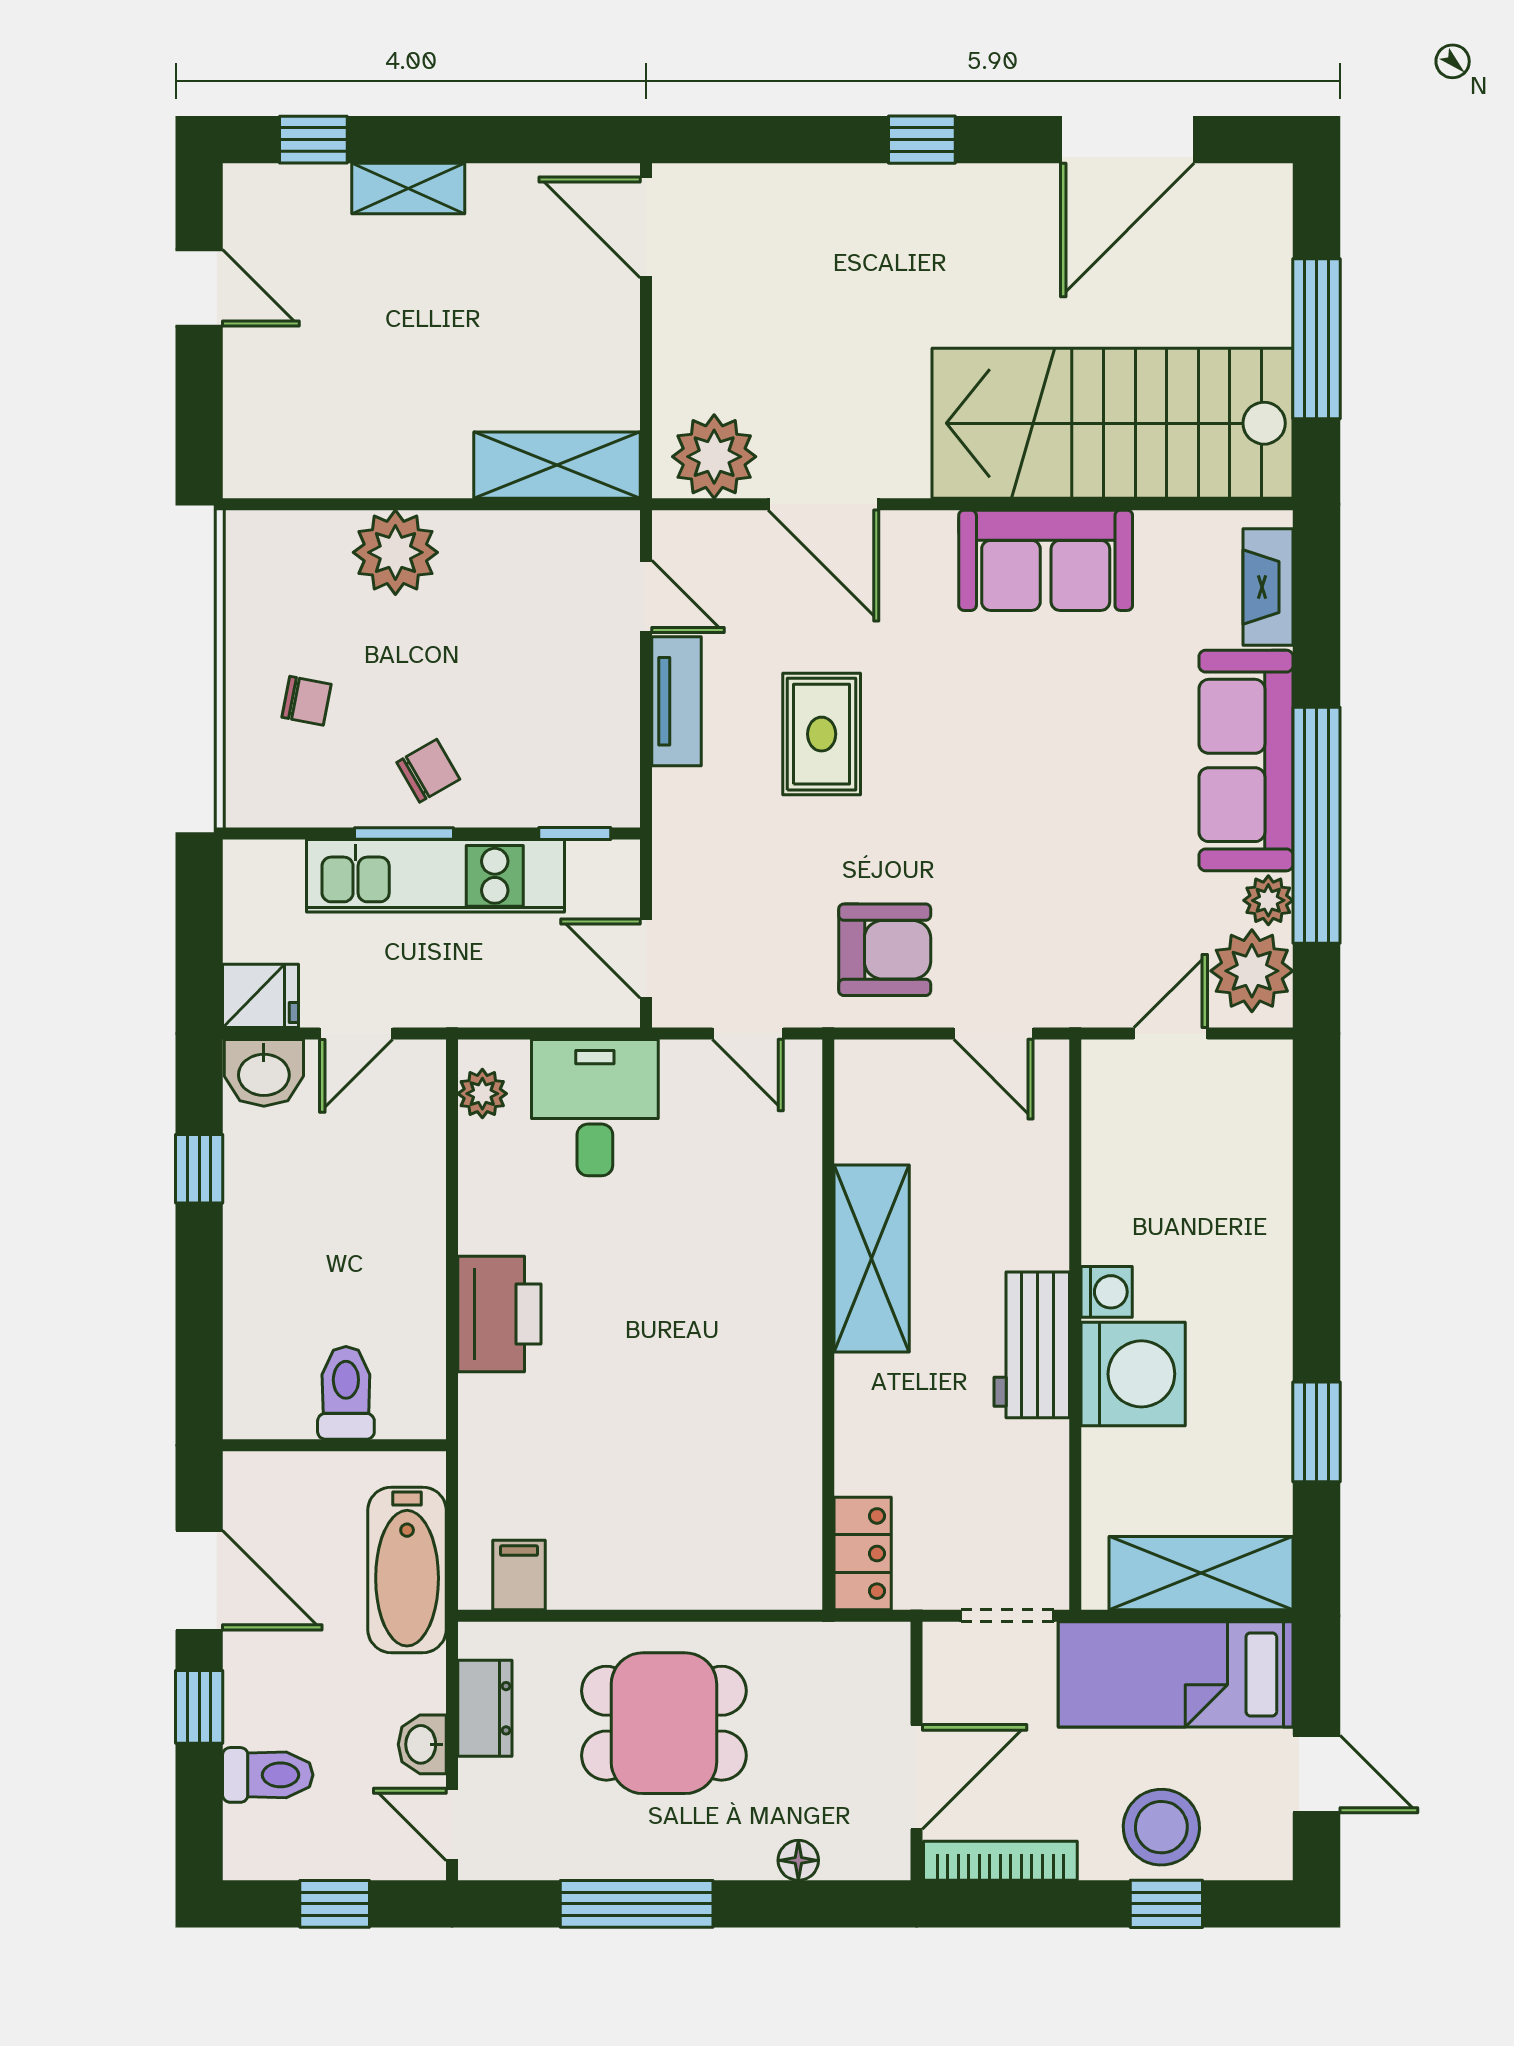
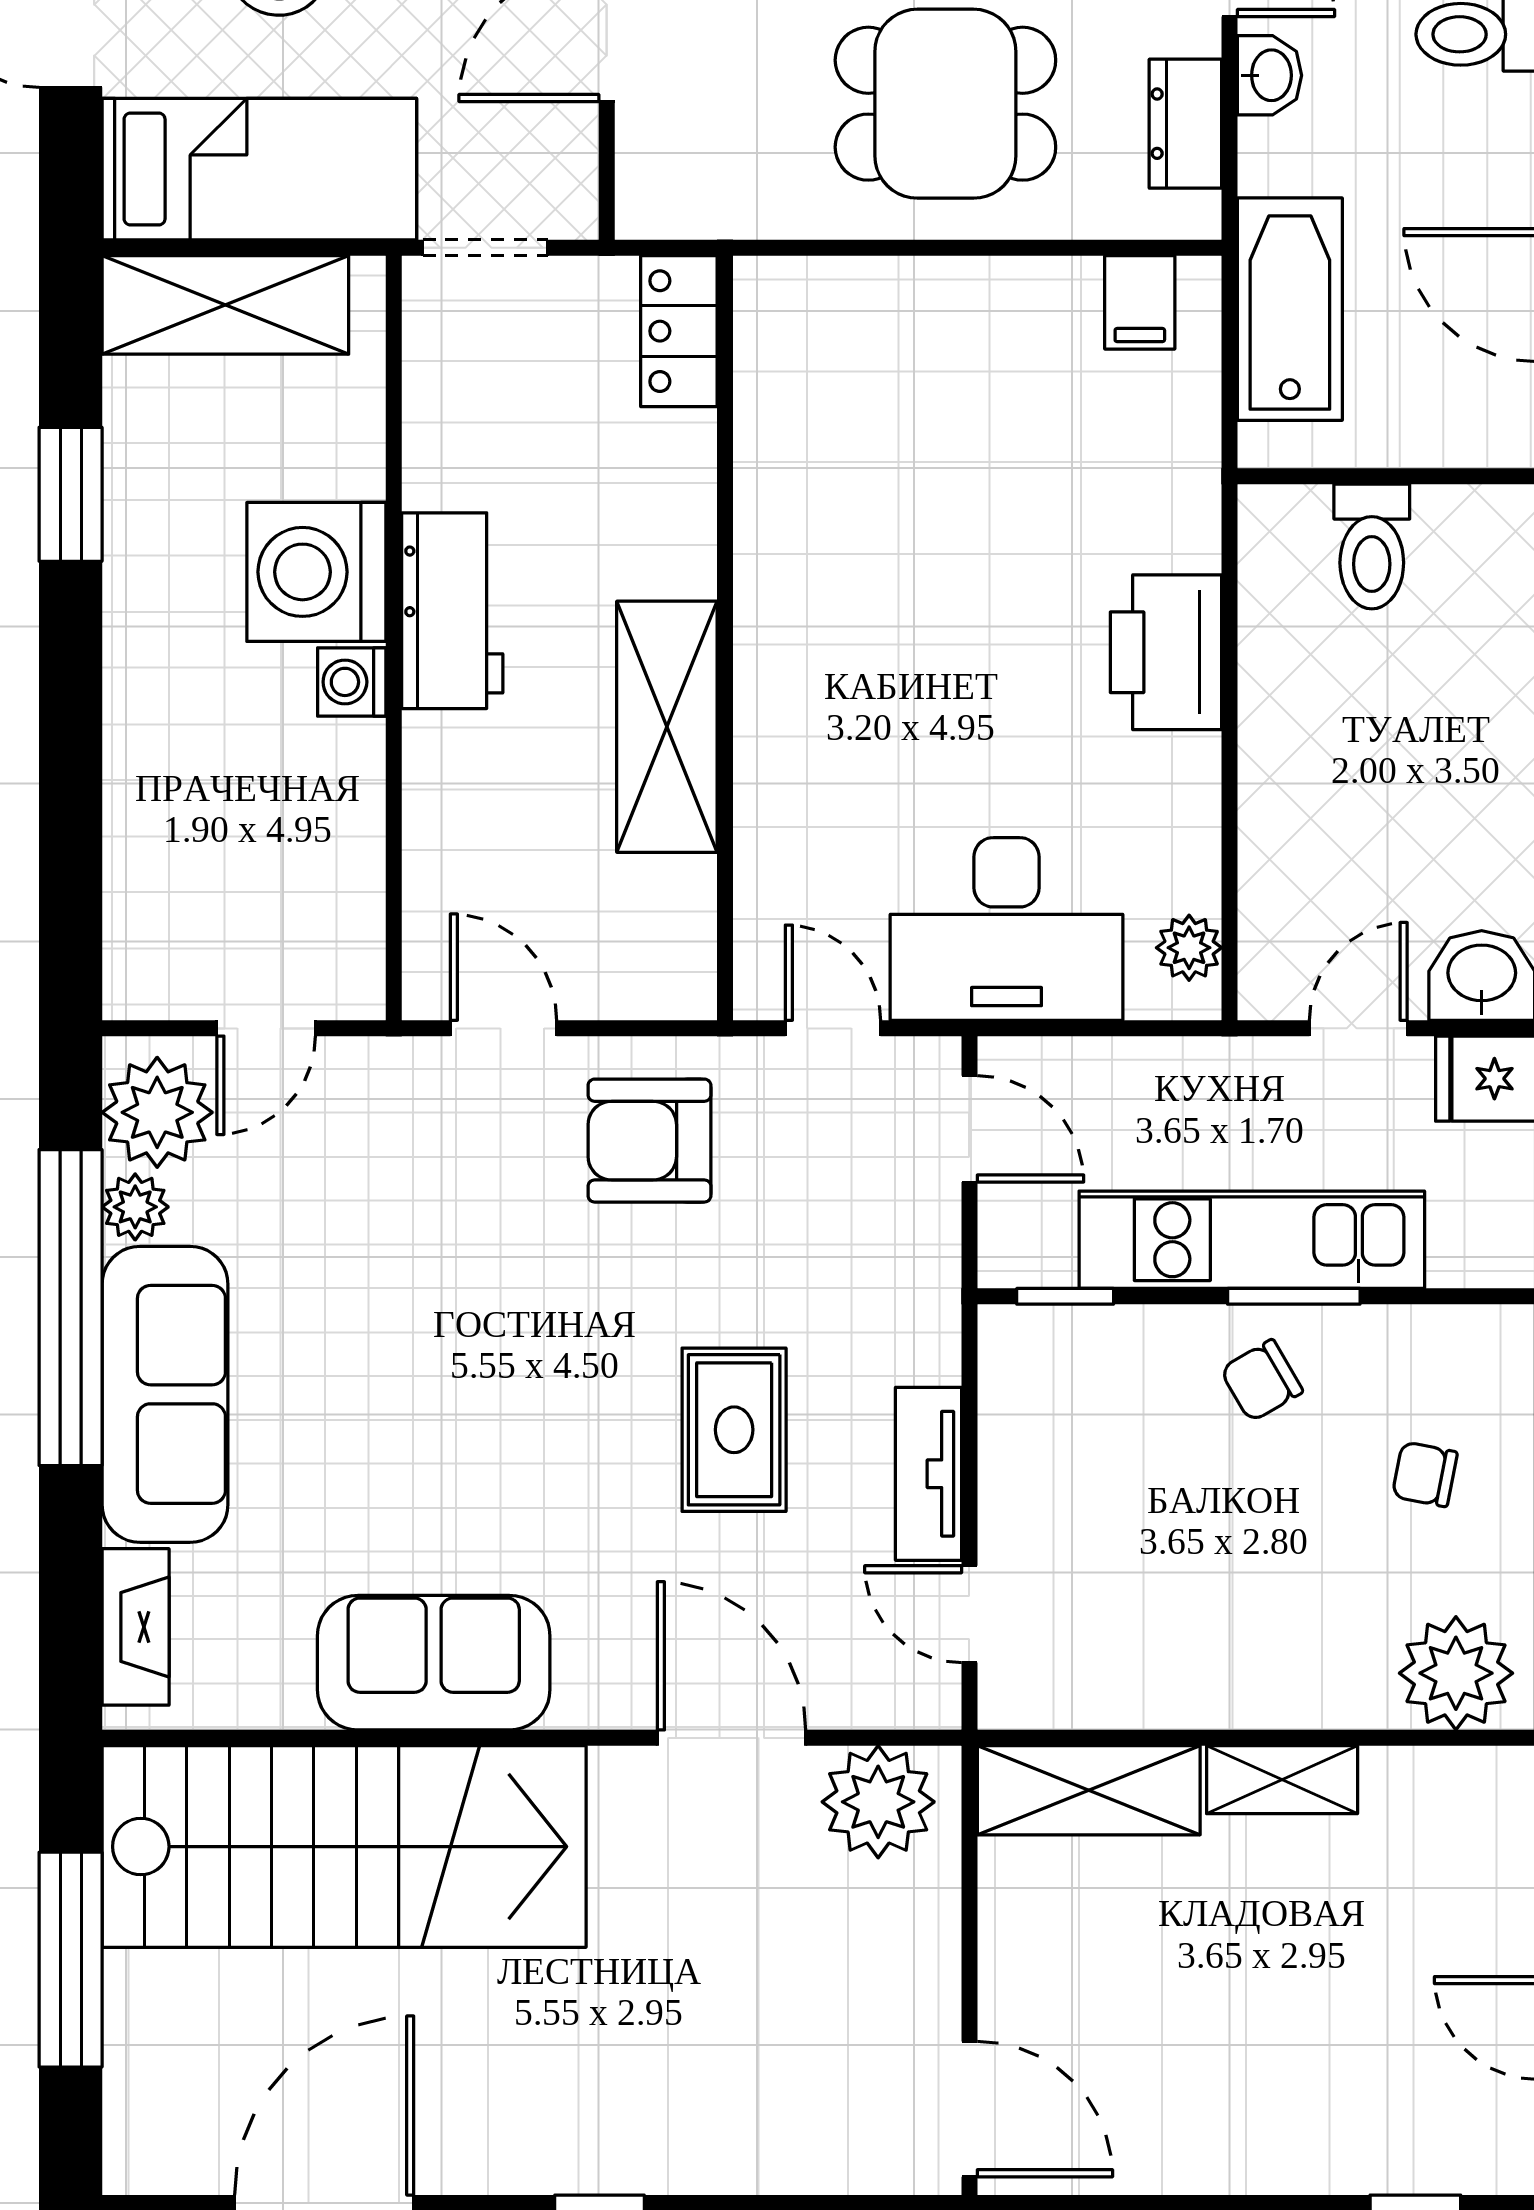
shelving: (408, 189) -> (1282, 1780), moved
plant: (395, 552) -> (1456, 1673), moved
desk: (595, 1108) -> (1006, 929), width x1.37

